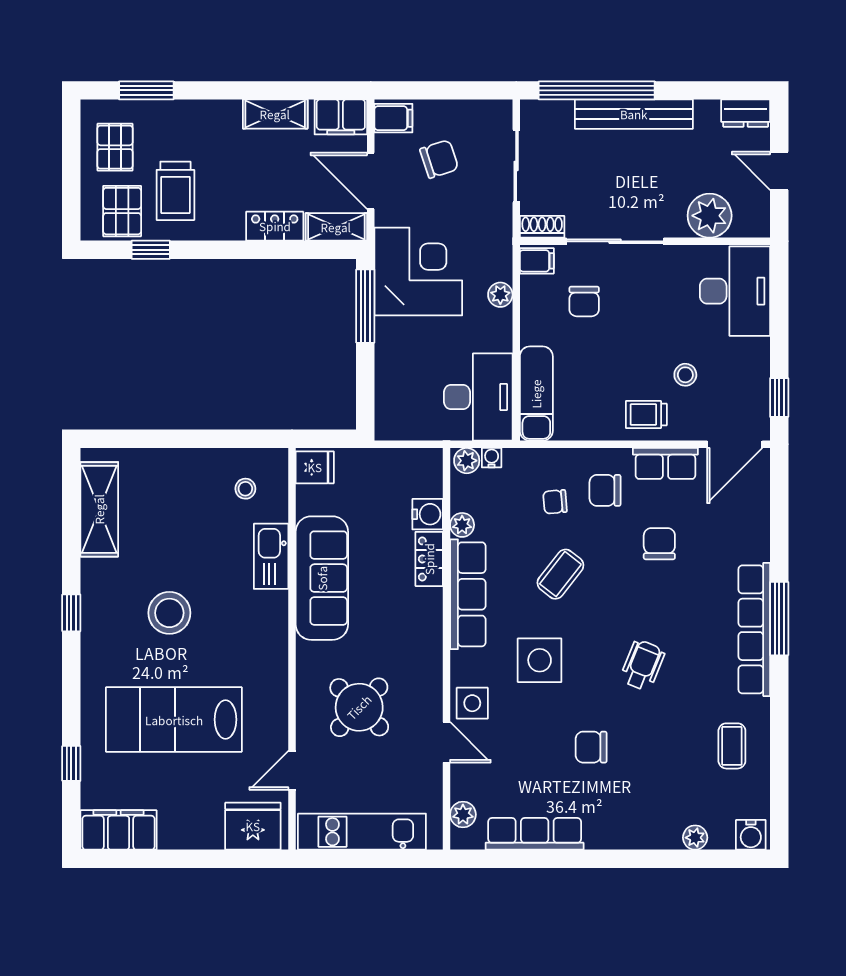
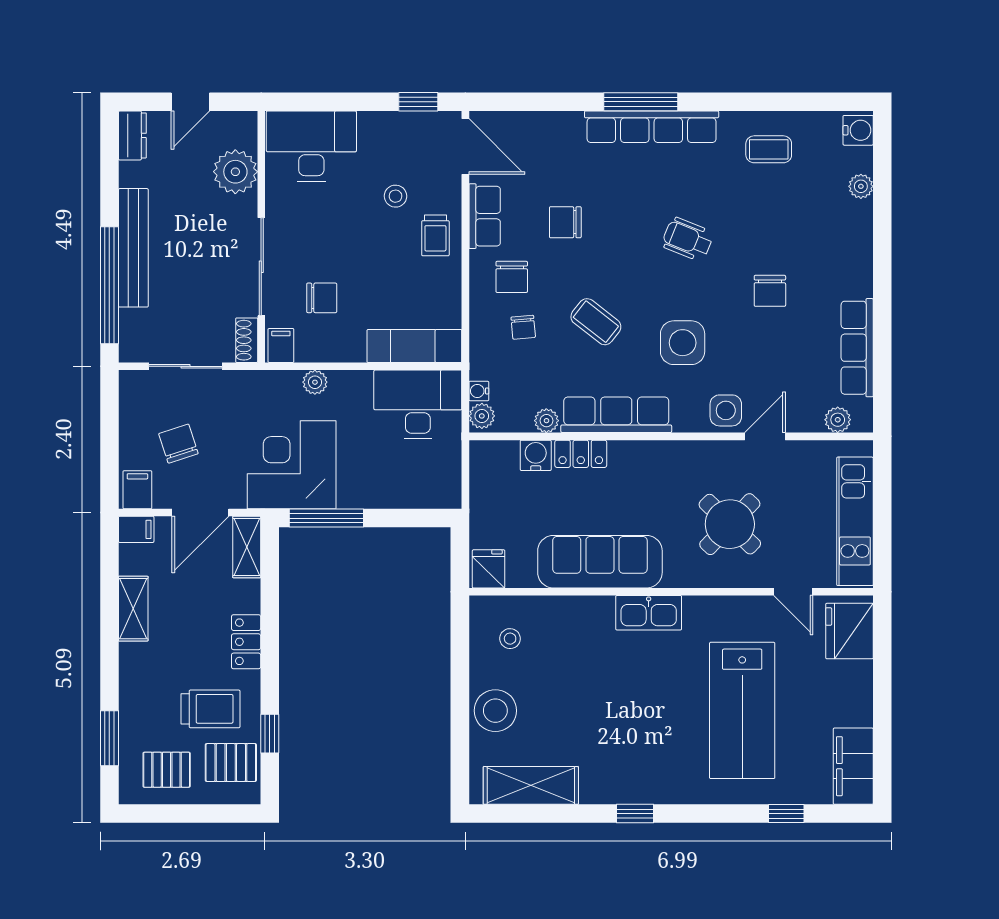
filing cabinet: (341, 117) -> (136, 529), width x0.50
locker: (275, 226) -> (246, 642), moved
kitchen sink: (271, 556) -> (649, 613), moved
stool: (169, 613) -> (495, 711), moved

